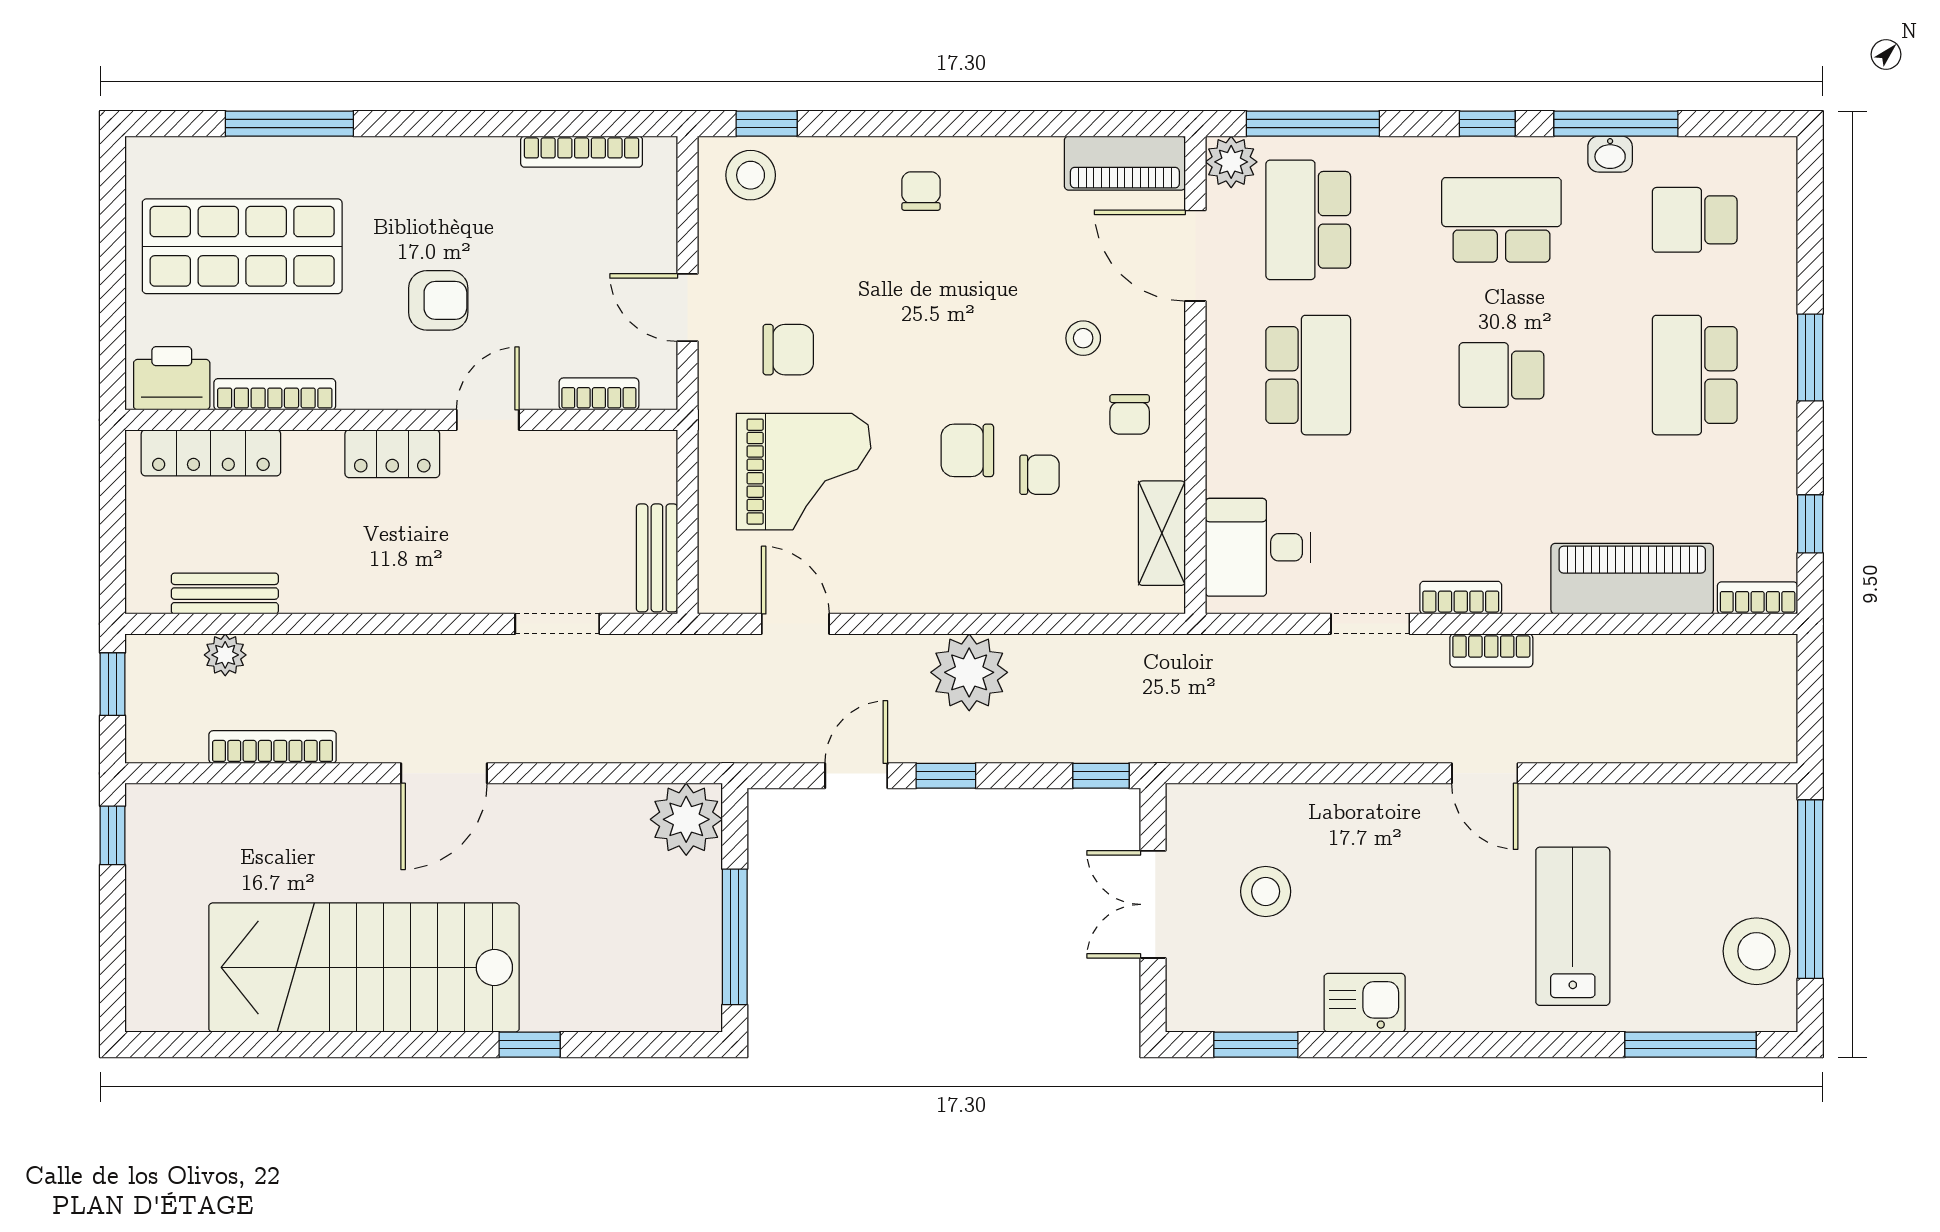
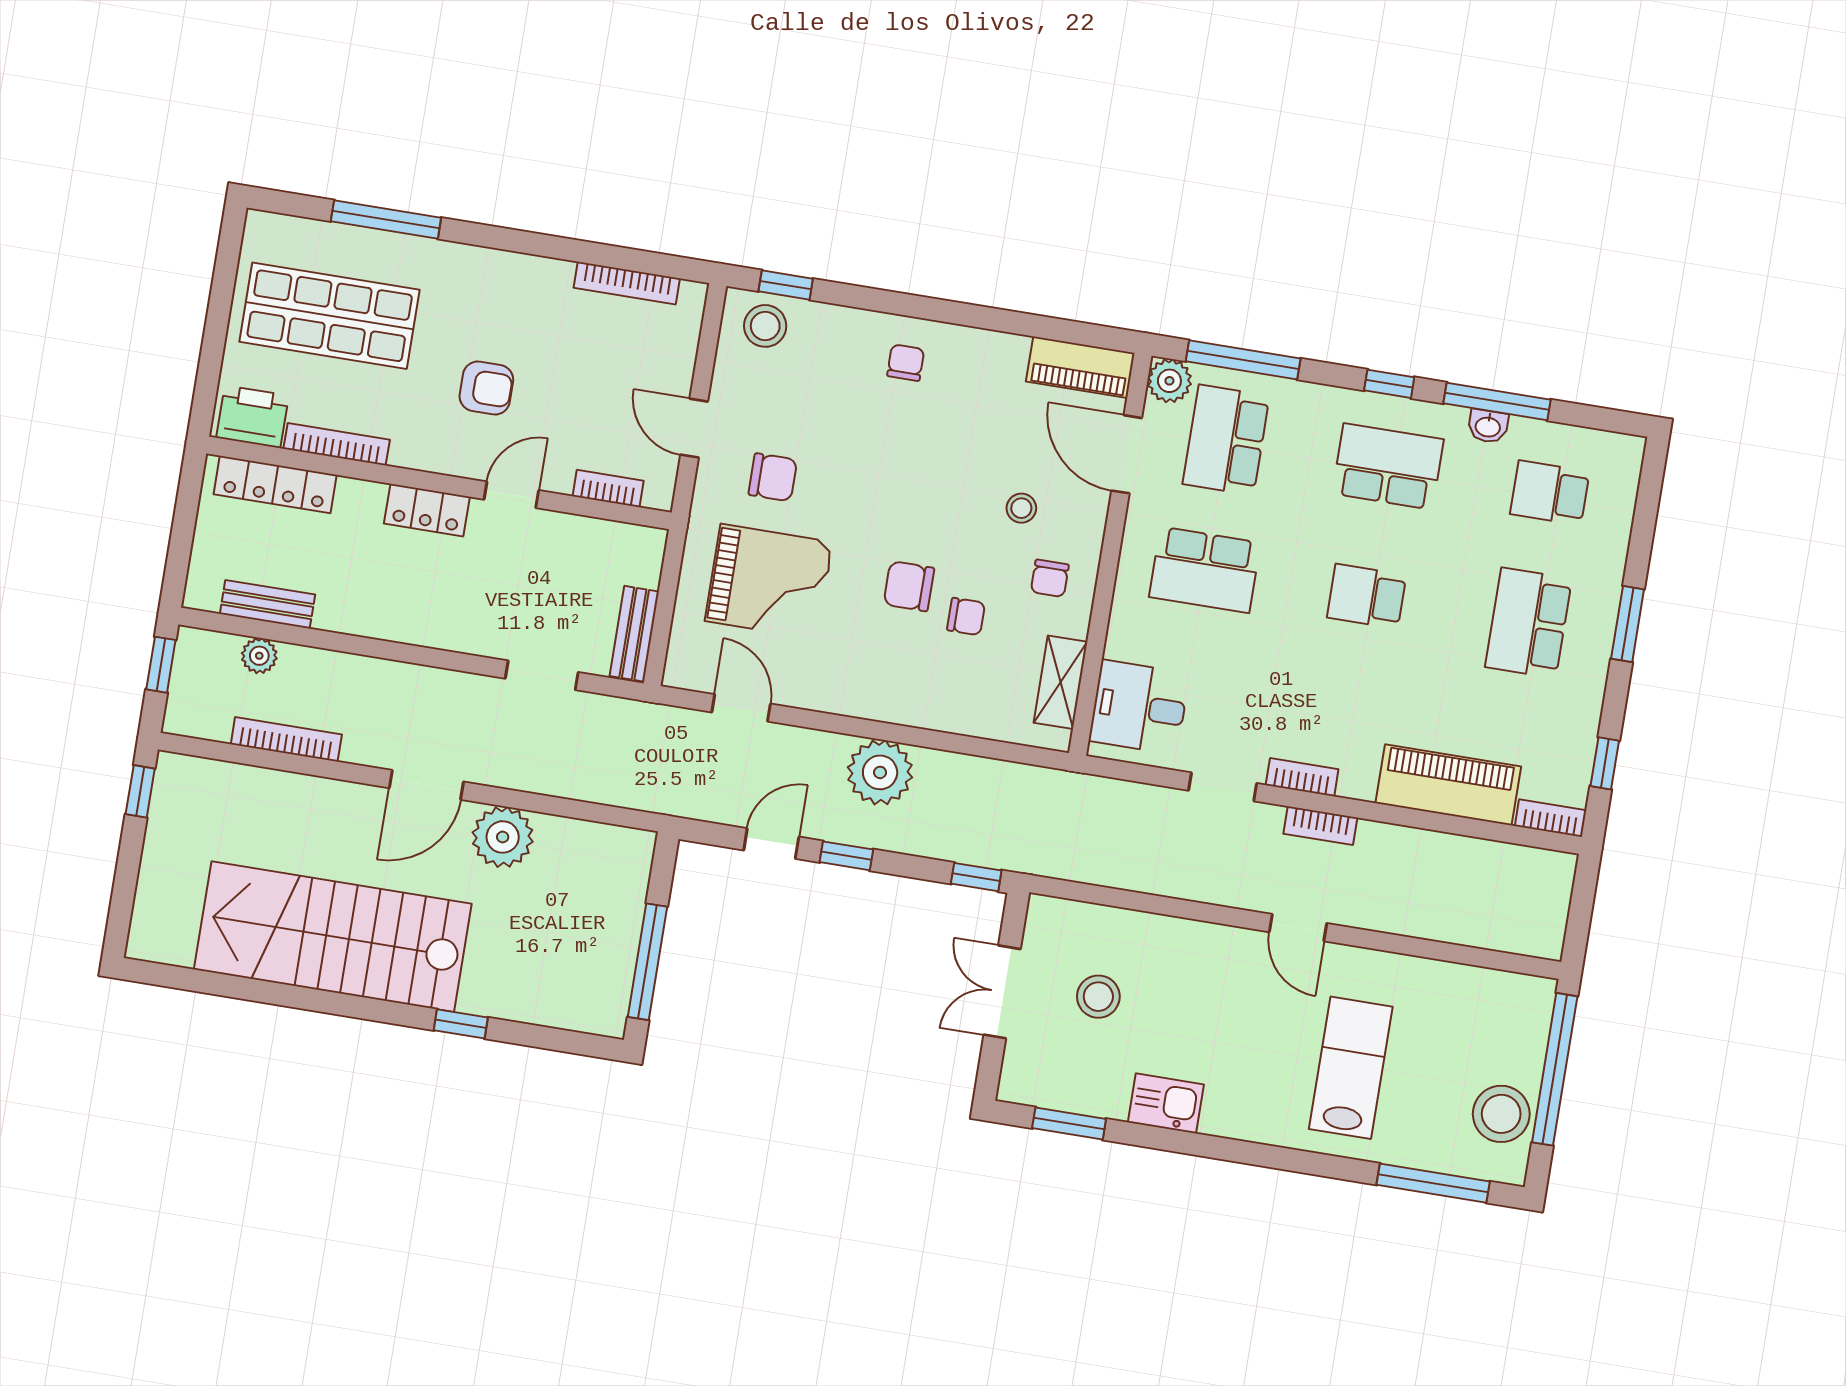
school desk: (1308, 375) -> (1205, 570), turned 90
plant: (686, 819) -> (503, 837), moved

